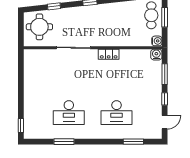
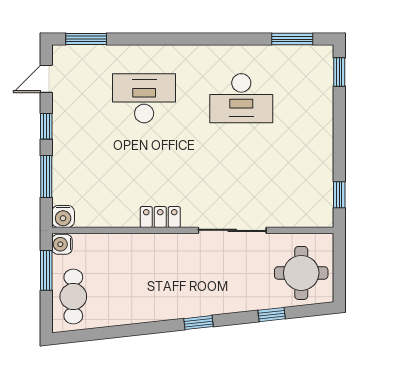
window: (165, 17) -> (46, 270), moved
window: (21, 65) -> (339, 195), added
desk: (69, 113) -> (241, 98), turned 180
window: (64, 142) -> (292, 39), moved
window: (133, 142) -> (86, 39), moved

